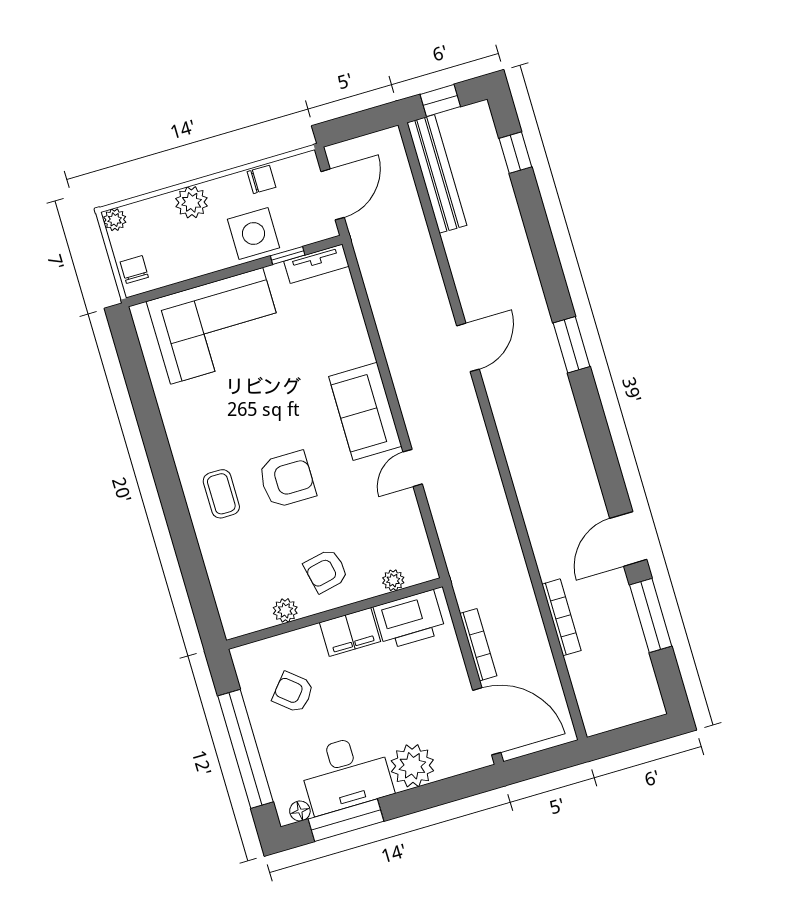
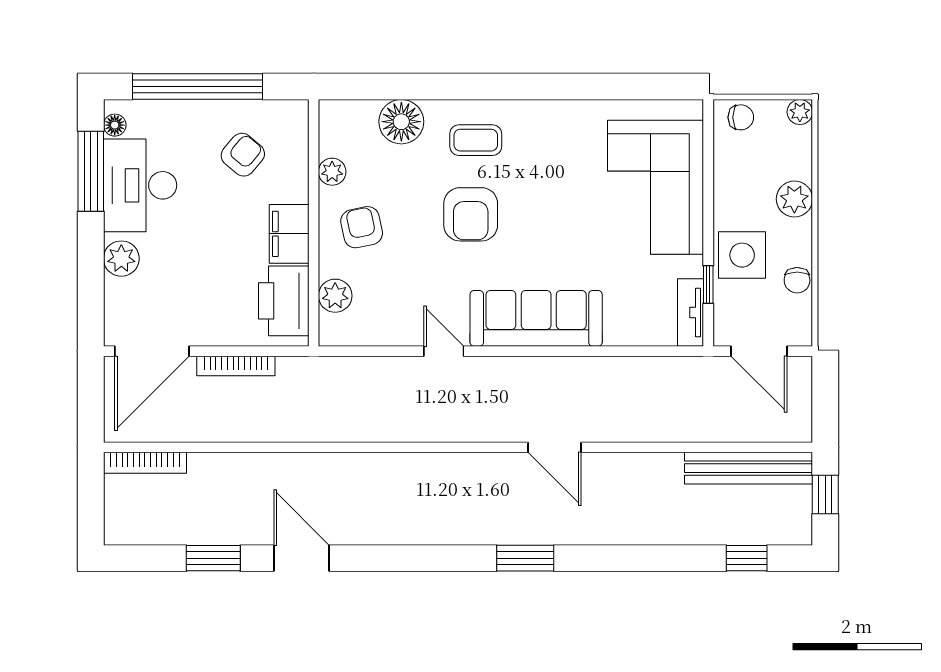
sofa: (365, 411) -> (536, 318), width x1.36
floor lamp: (224, 563) -> (401, 122), added
plant: (393, 580) -> (335, 296), width x1.38, depth x1.38
window: (651, 616) -> (213, 558), width x0.69
bookcase: (561, 617) -> (145, 463), moved
plant: (412, 766) -> (121, 259), width x0.73, depth x0.73

